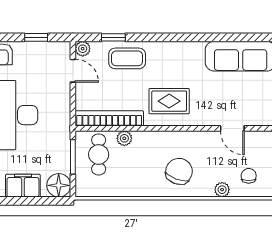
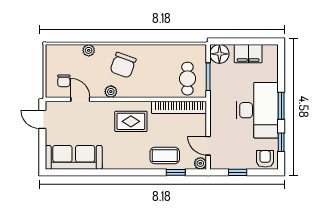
plant: (124, 138) -> (111, 92), moved
chair: (249, 176) -> (64, 81), moved

